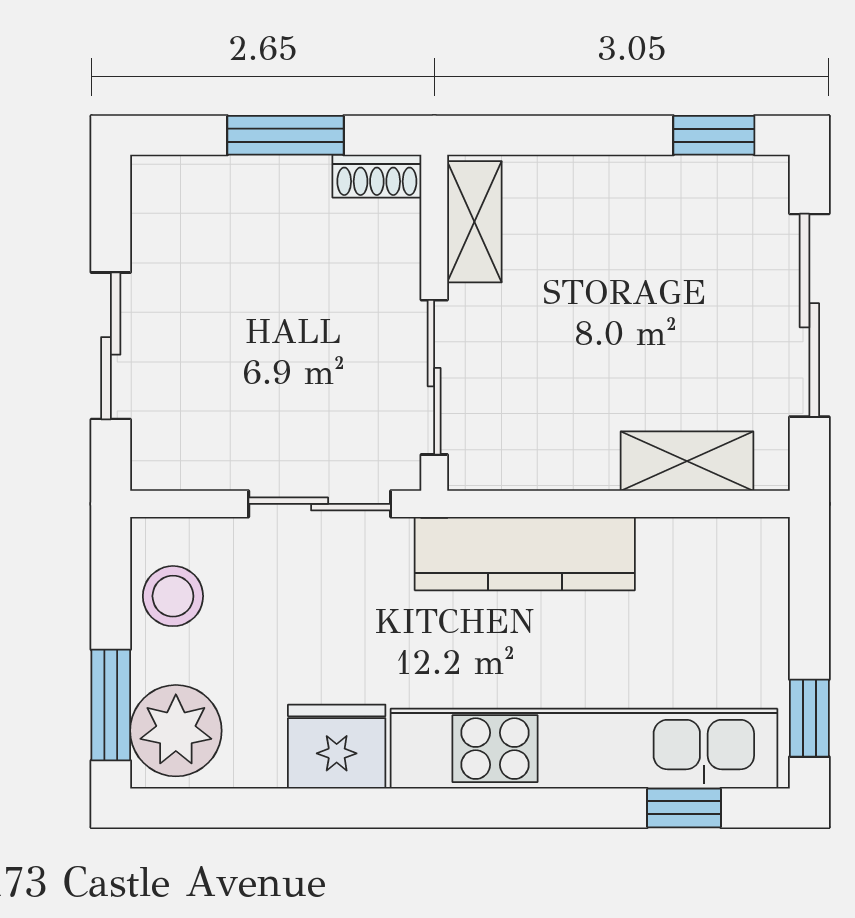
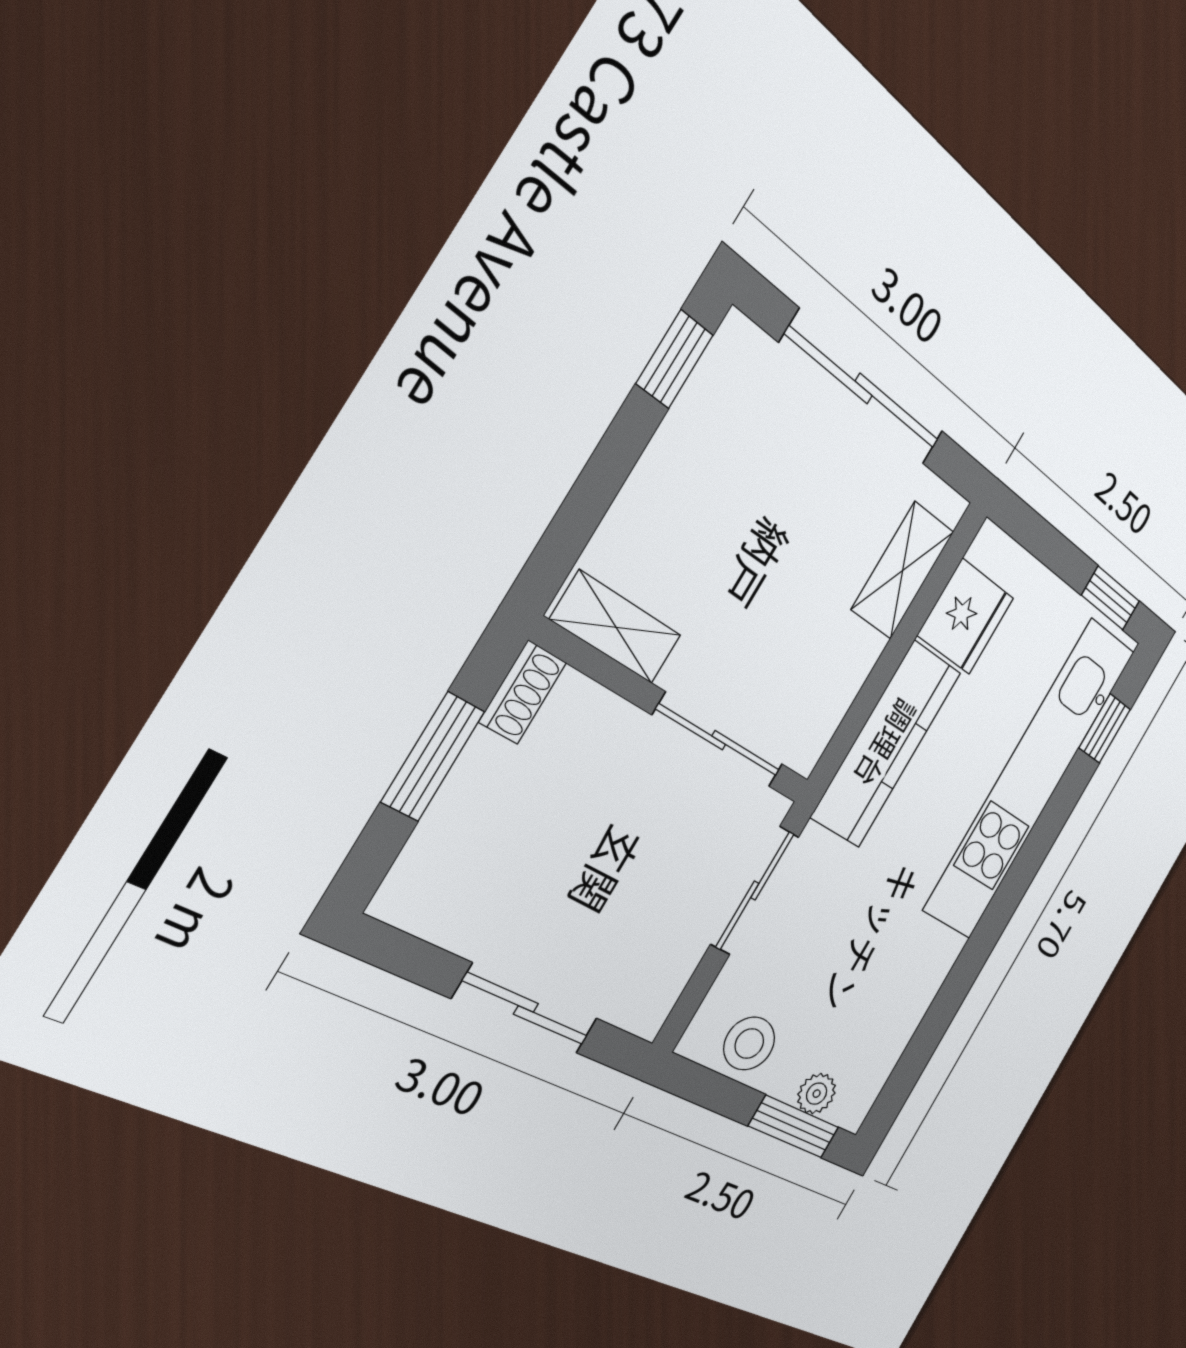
plant: (176, 731) -> (817, 1094), width x0.53, depth x0.53
fridge: (337, 747) -> (966, 617), moved, turned 180

